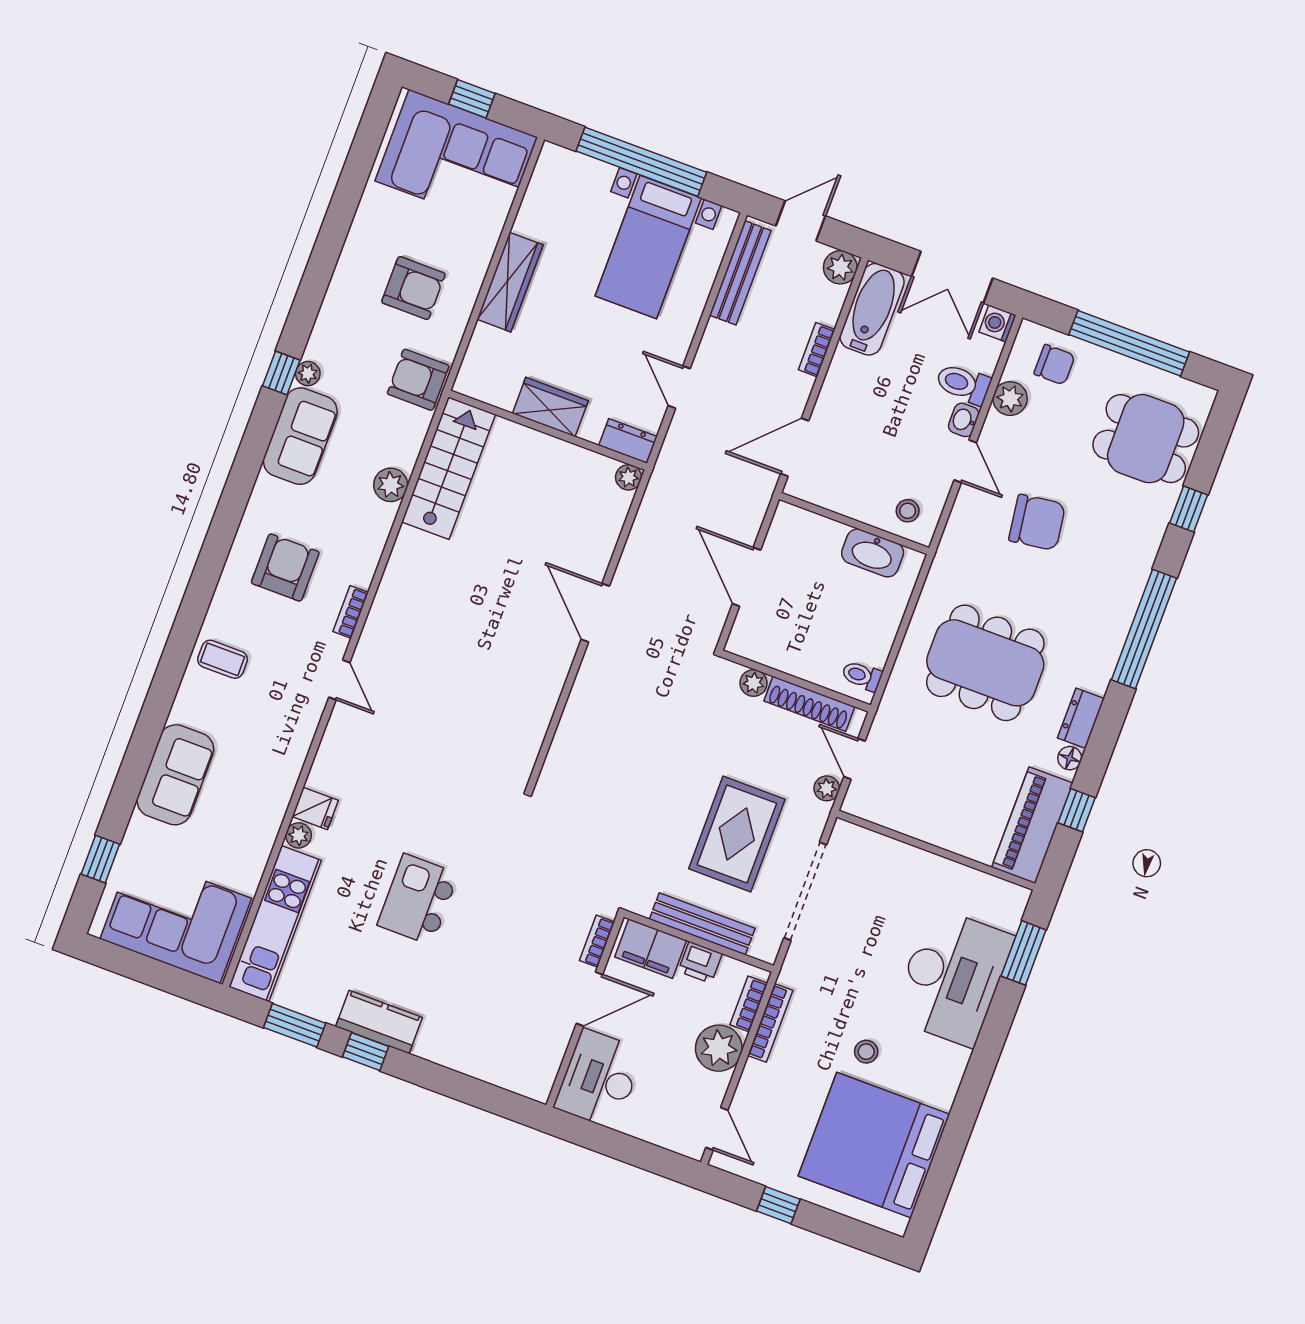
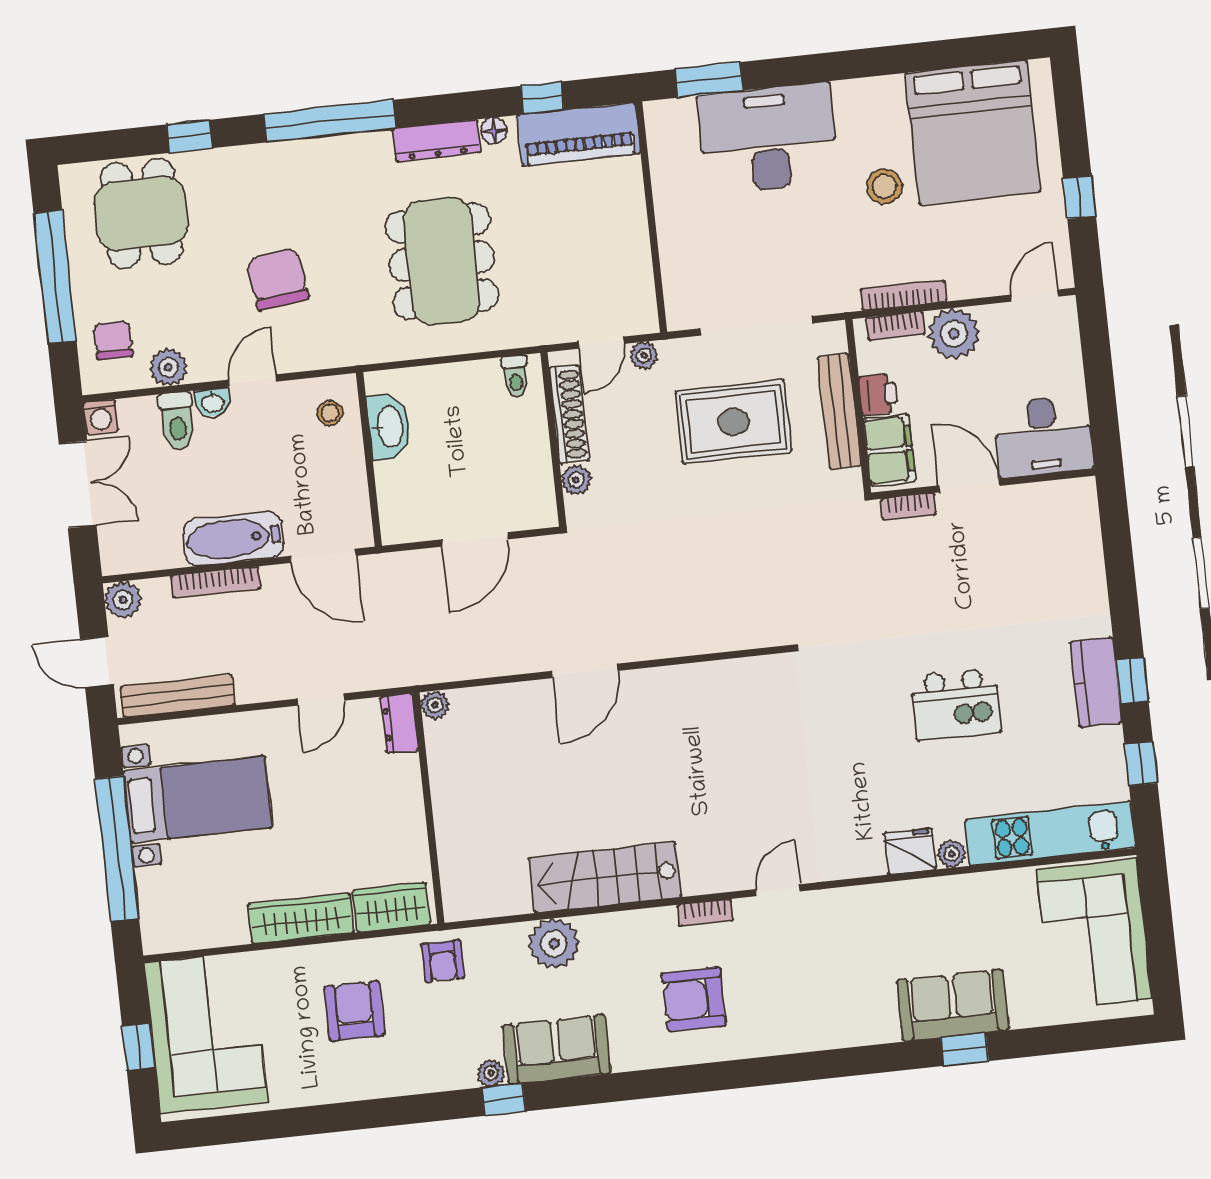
bathtub: (872, 309) -> (233, 539), moved
bookcase: (817, 350) -> (216, 582), width x1.56
armchair: (418, 380) -> (443, 961), width x0.72, depth x0.72
wardrobe: (550, 407) -> (391, 907), moved, turned 90
stairs: (449, 468) -> (605, 877), moved
plant: (391, 485) -> (554, 944), width x1.36, depth x1.36
coffee table: (223, 659) -> (815, 1016), removed
dresser: (1081, 718) -> (436, 141), width x1.44
fridge: (315, 808) -> (910, 851), width x1.38
window: (100, 859) -> (965, 1049), moved
window: (295, 1025) -> (1141, 764), width x0.67
stool: (866, 1052) -> (884, 186), width x1.37, depth x1.37

